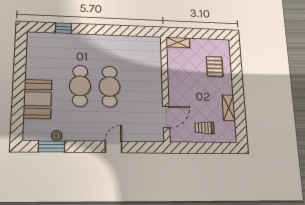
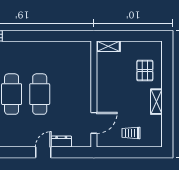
shelving: (229, 108) -> (156, 102), moved
dresser: (133, 136) -> (61, 142), added

